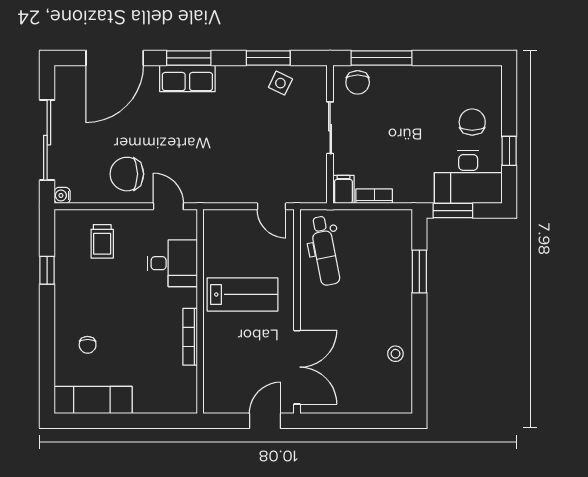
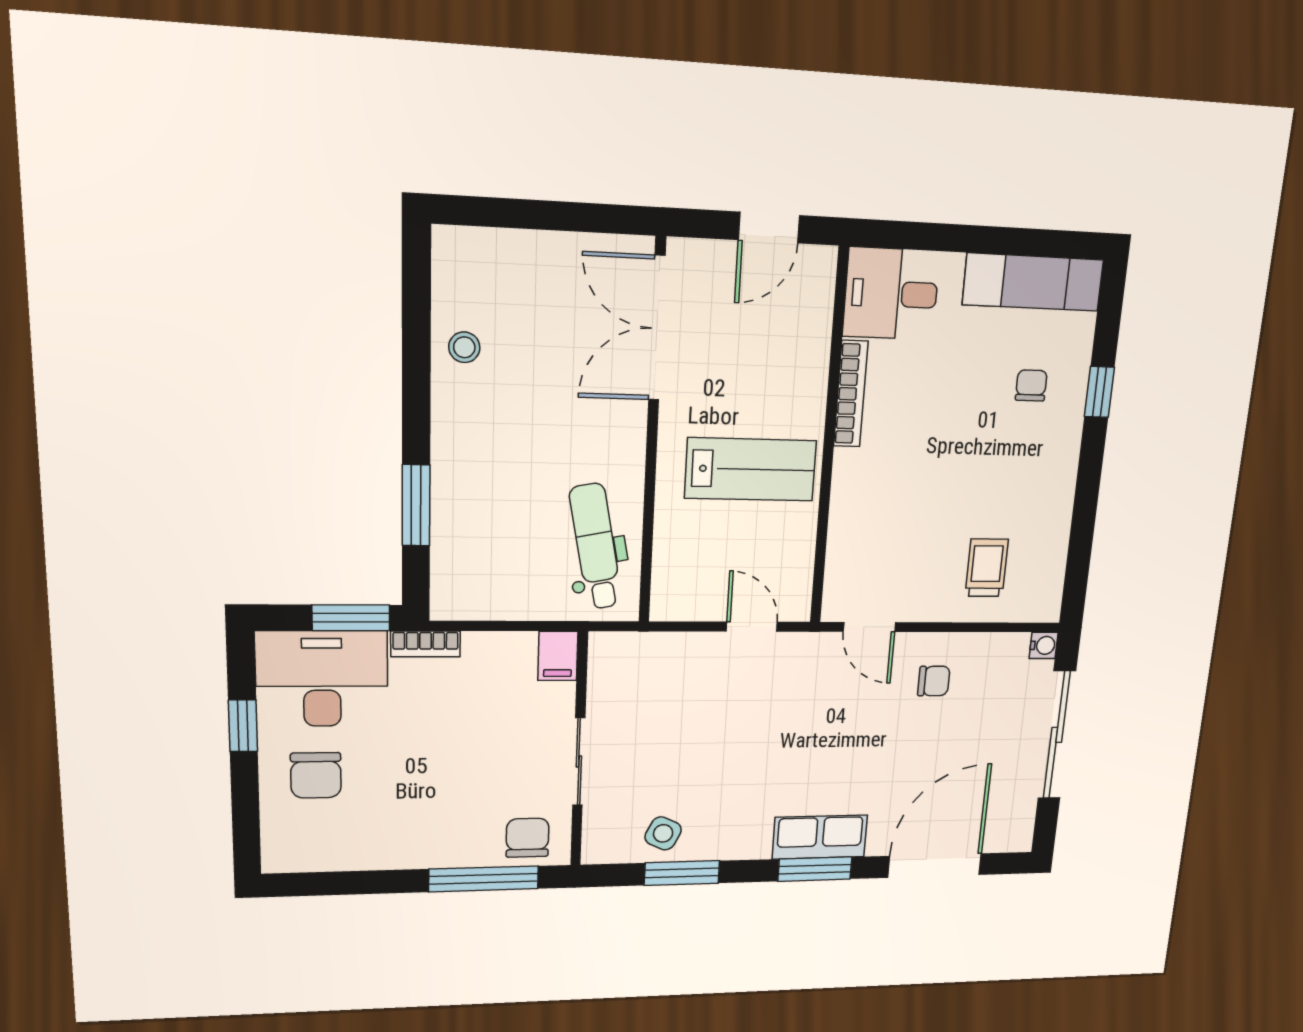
chair: (127, 174) -> (934, 681), width x0.54, depth x0.54
bookcase: (374, 196) -> (426, 644), moved
door: (272, 206) -> (752, 627), moved
desk: (172, 263) -> (891, 294), moved
window: (47, 270) -> (1099, 392), moved
lab bench: (243, 294) -> (751, 469), turned 180
door: (265, 421) -> (769, 228), moved

